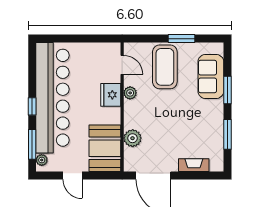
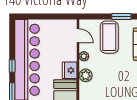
fridge: (111, 95) -> (70, 70), moved
plant: (133, 138) -> (86, 75), moved

